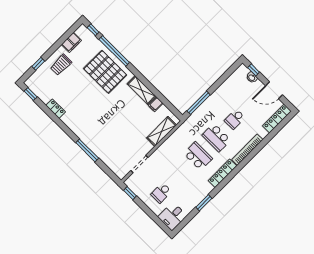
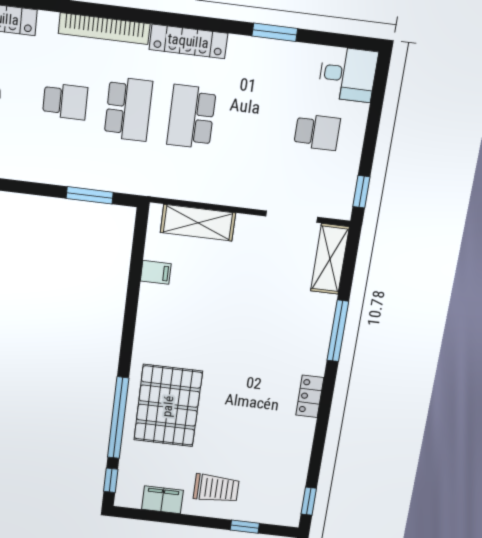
shelving: (142, 90) -> (330, 259), moved
window: (199, 103) -> (90, 195), width x0.69
locker: (56, 109) -> (310, 396), moved

